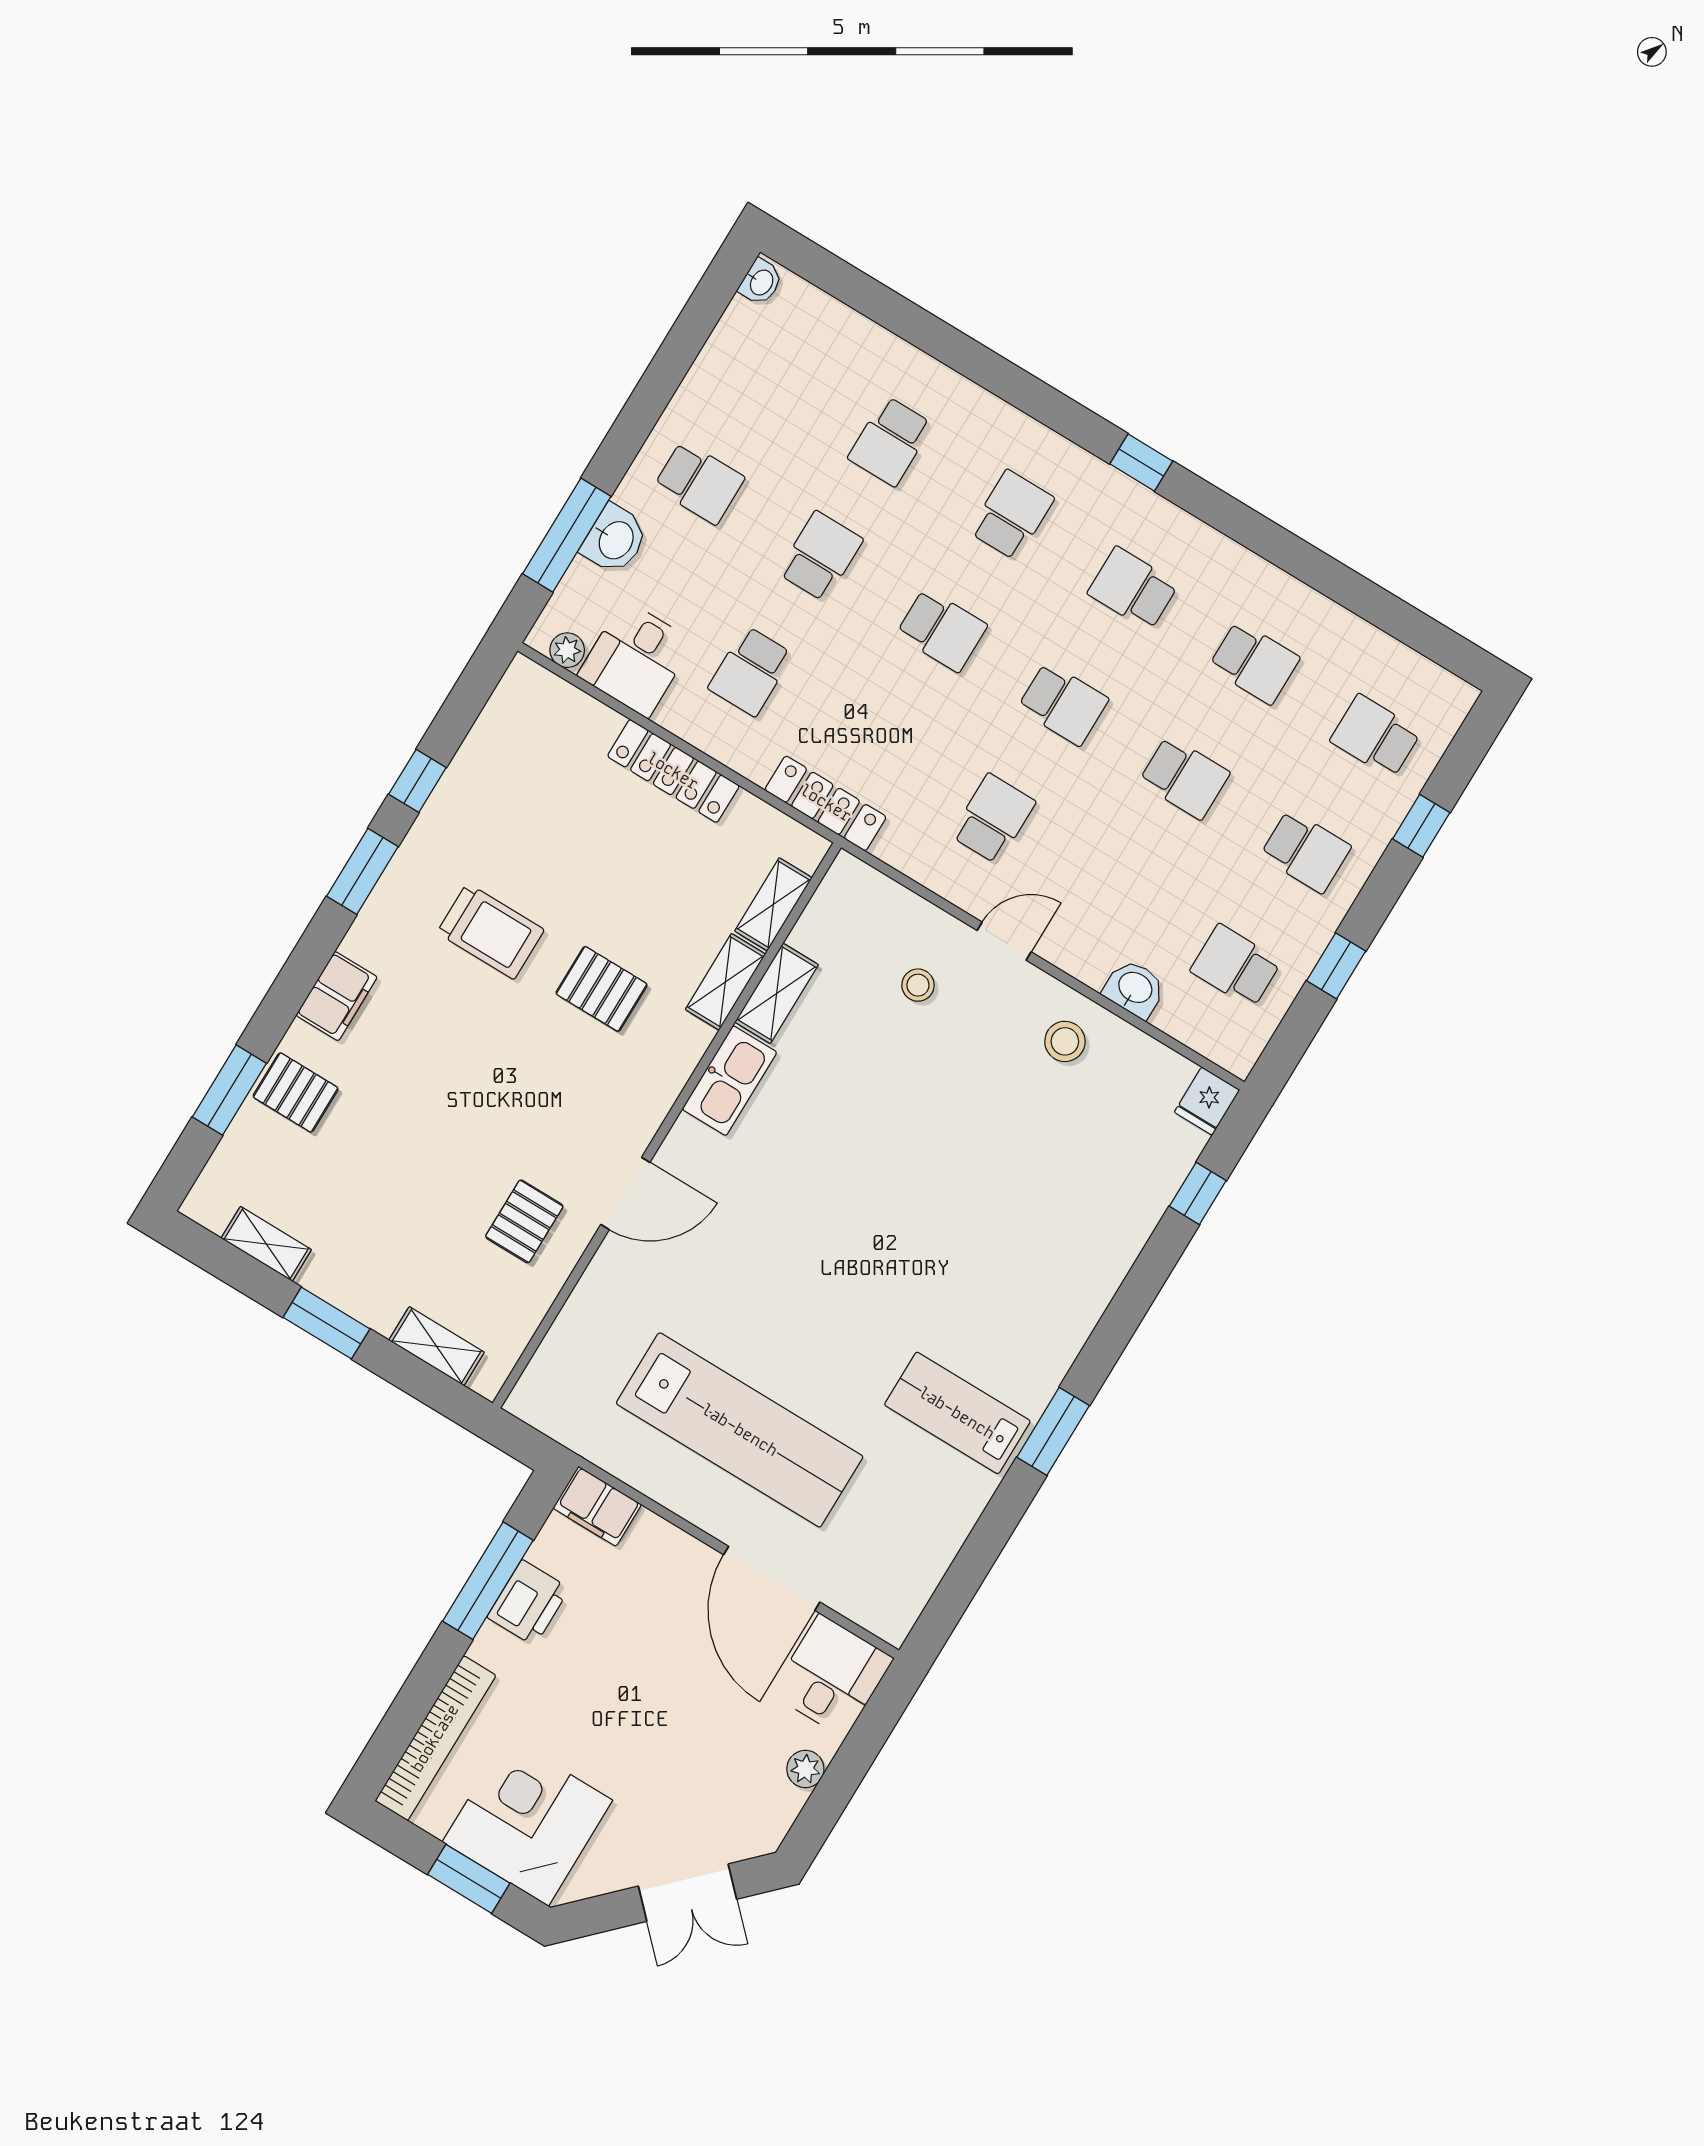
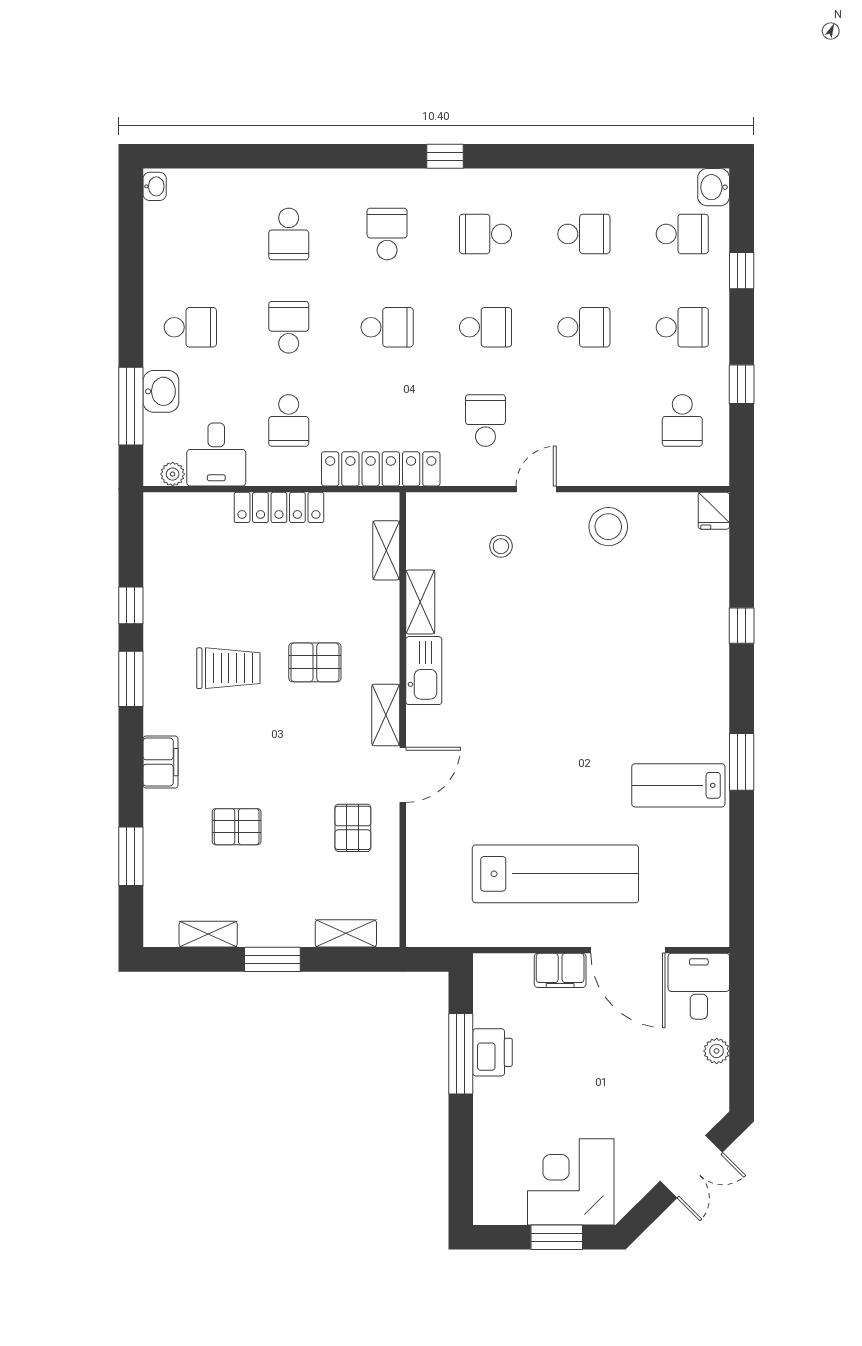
school desk: (1375, 736) -> (682, 234), turned 180
locker: (826, 803) -> (381, 469), width x1.41, depth x1.21
school desk: (1236, 966) -> (682, 421), turned -90
shelving: (725, 982) -> (386, 715), moved
washbasin: (1135, 989) -> (714, 187), moved, turned -90
stool: (1065, 1041) -> (608, 527), width x1.38, depth x1.38
pallet: (296, 1092) -> (237, 827), moved
window: (1198, 1193) -> (742, 626), moved
filing cabinet: (597, 1506) -> (560, 970), moved
bookcase: (435, 1738) -> (486, 1166), removed

